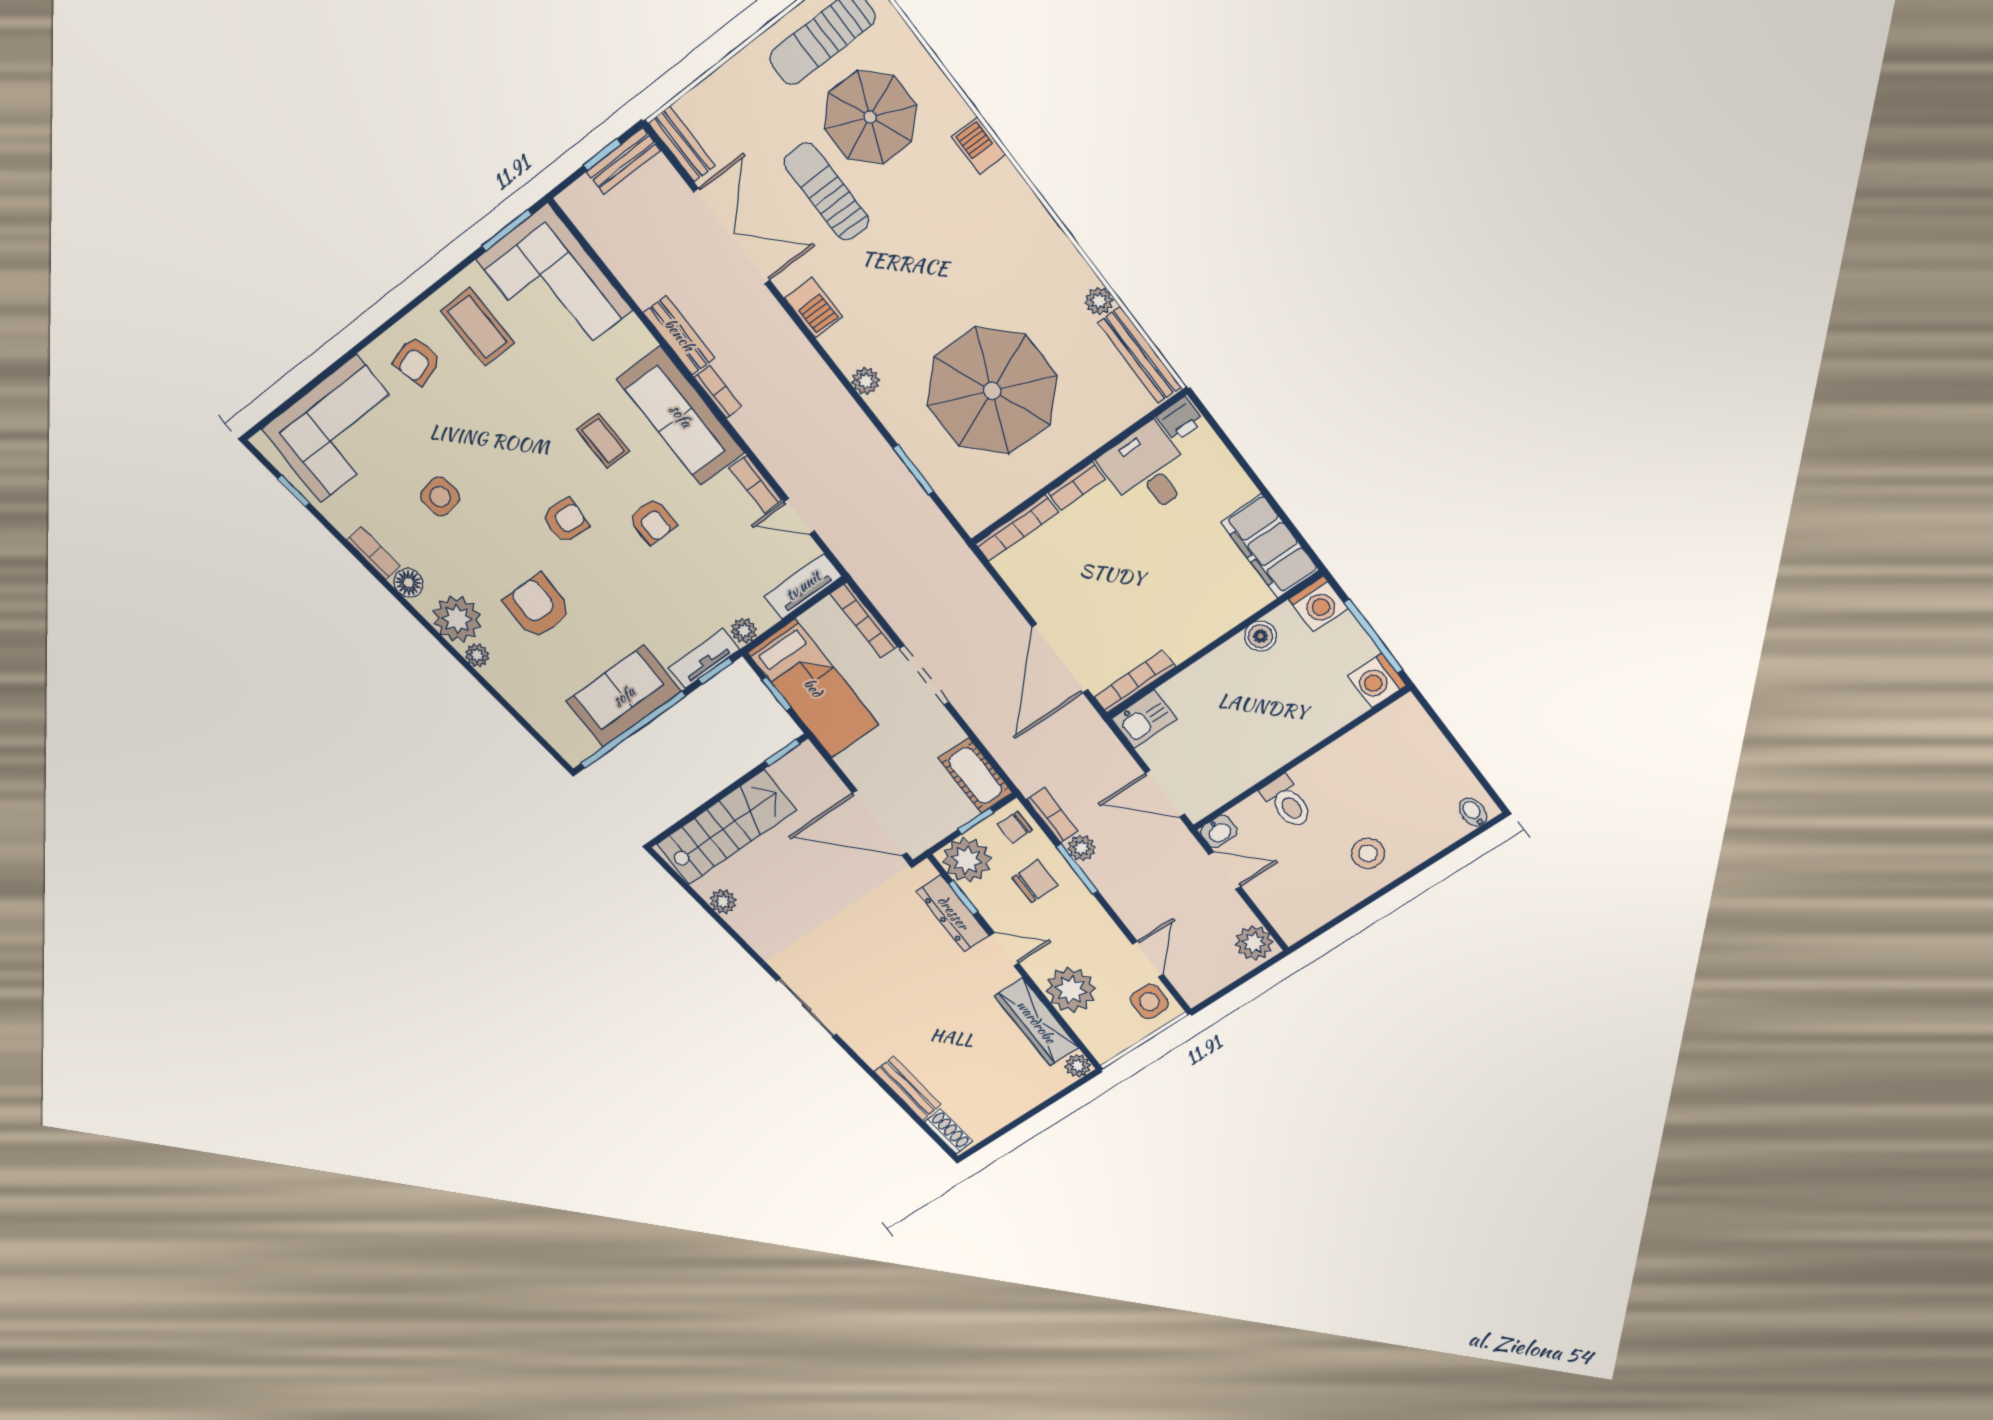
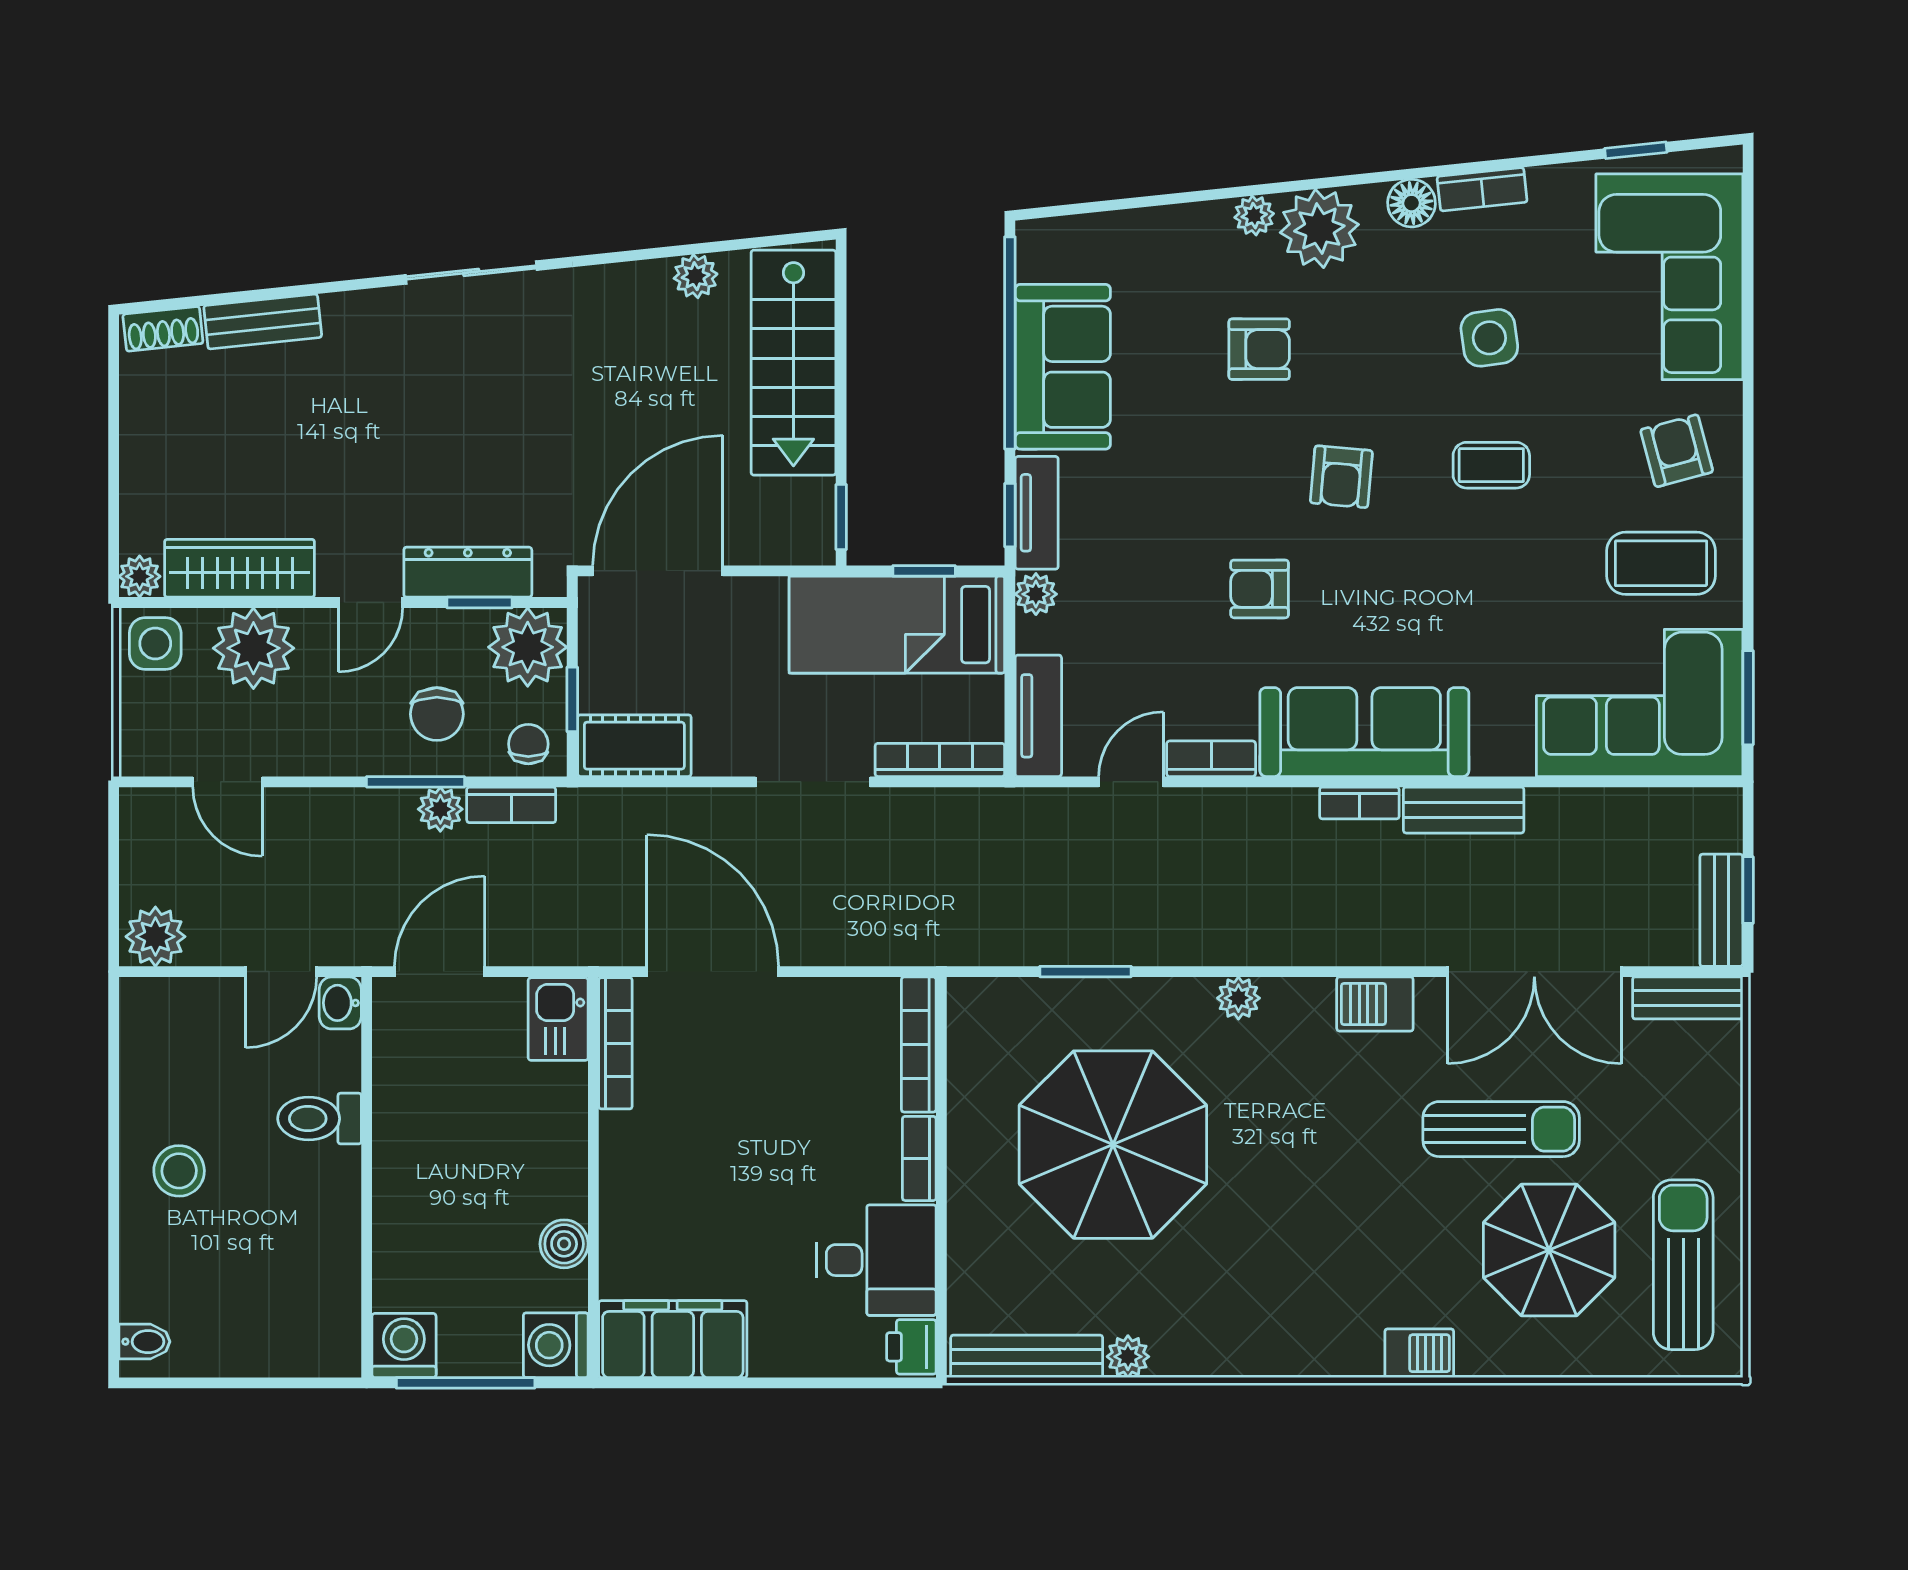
coffee table: (603, 440) -> (1491, 465), moved
armchair: (538, 606) -> (1259, 349), width x0.72, depth x0.72
side table: (1150, 1002) -> (155, 643), moved

